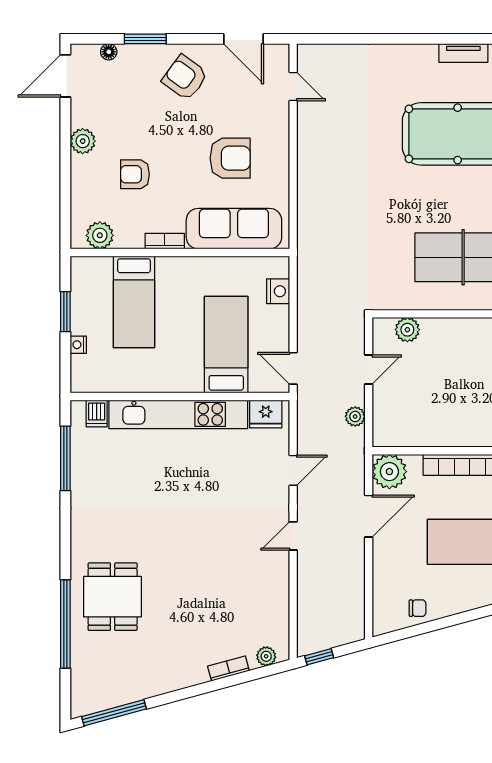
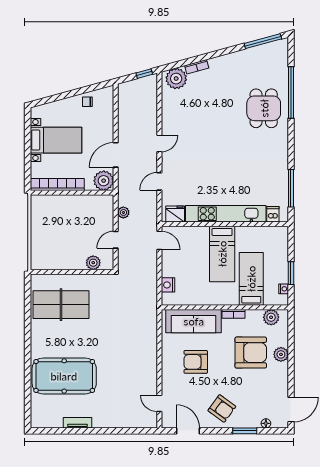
tv unit: (463, 53) -> (78, 423), moved
plant: (83, 141) -> (281, 354), moved
armchair: (135, 174) -> (251, 353), width x1.88, depth x1.88
nightstand: (78, 345) -> (284, 289), moved
bed: (226, 345) -> (222, 254), moved
plant: (266, 656) -> (176, 79), width x1.87, depth x1.87

